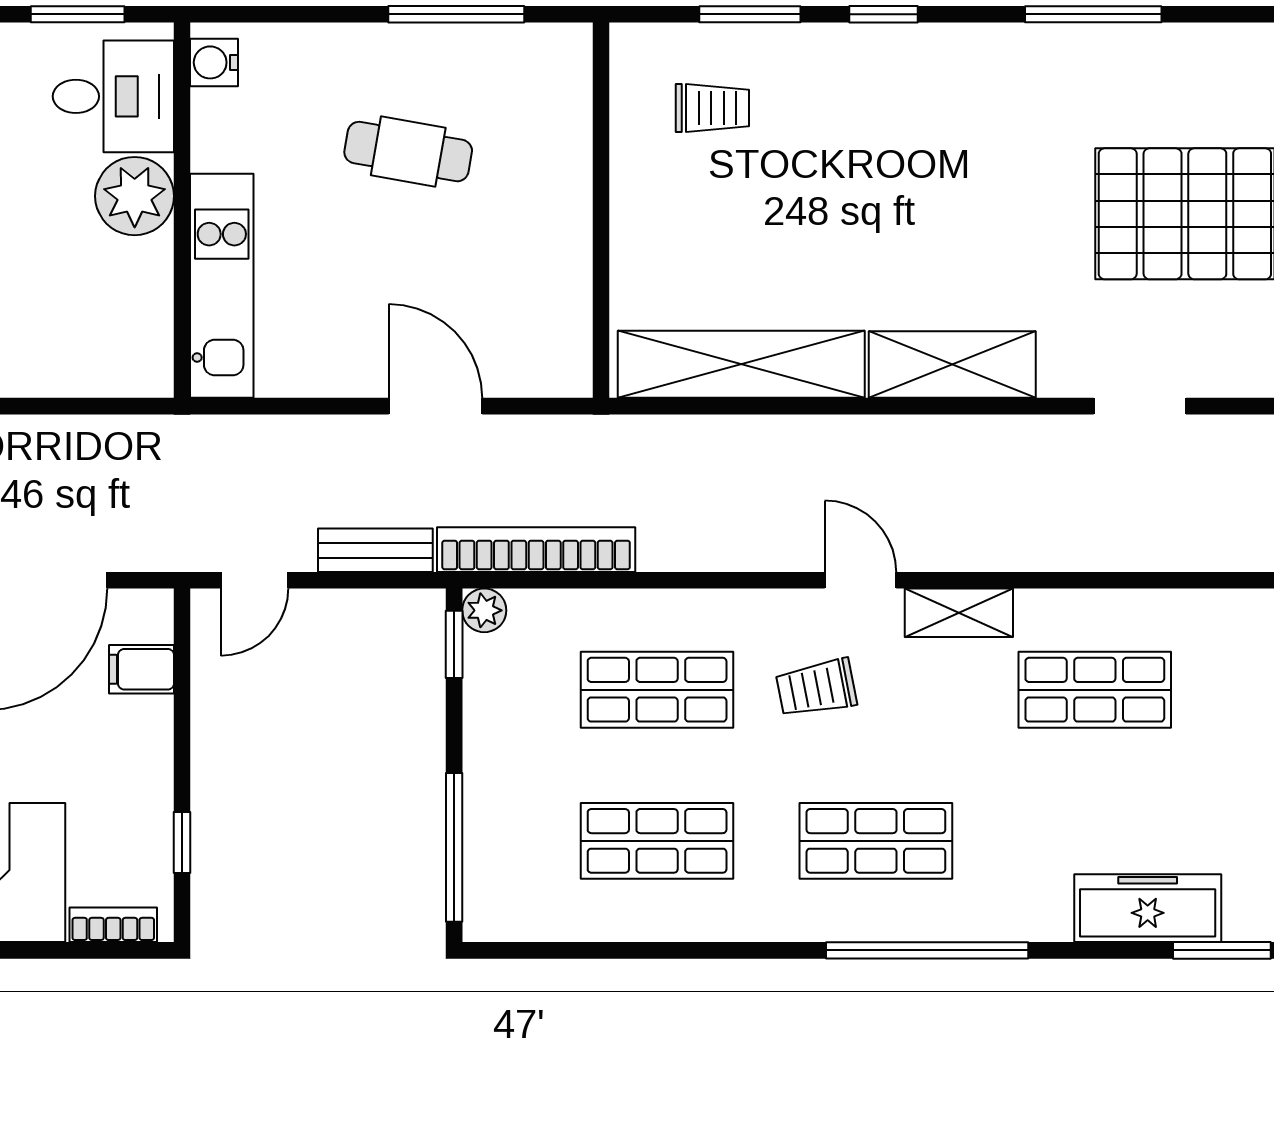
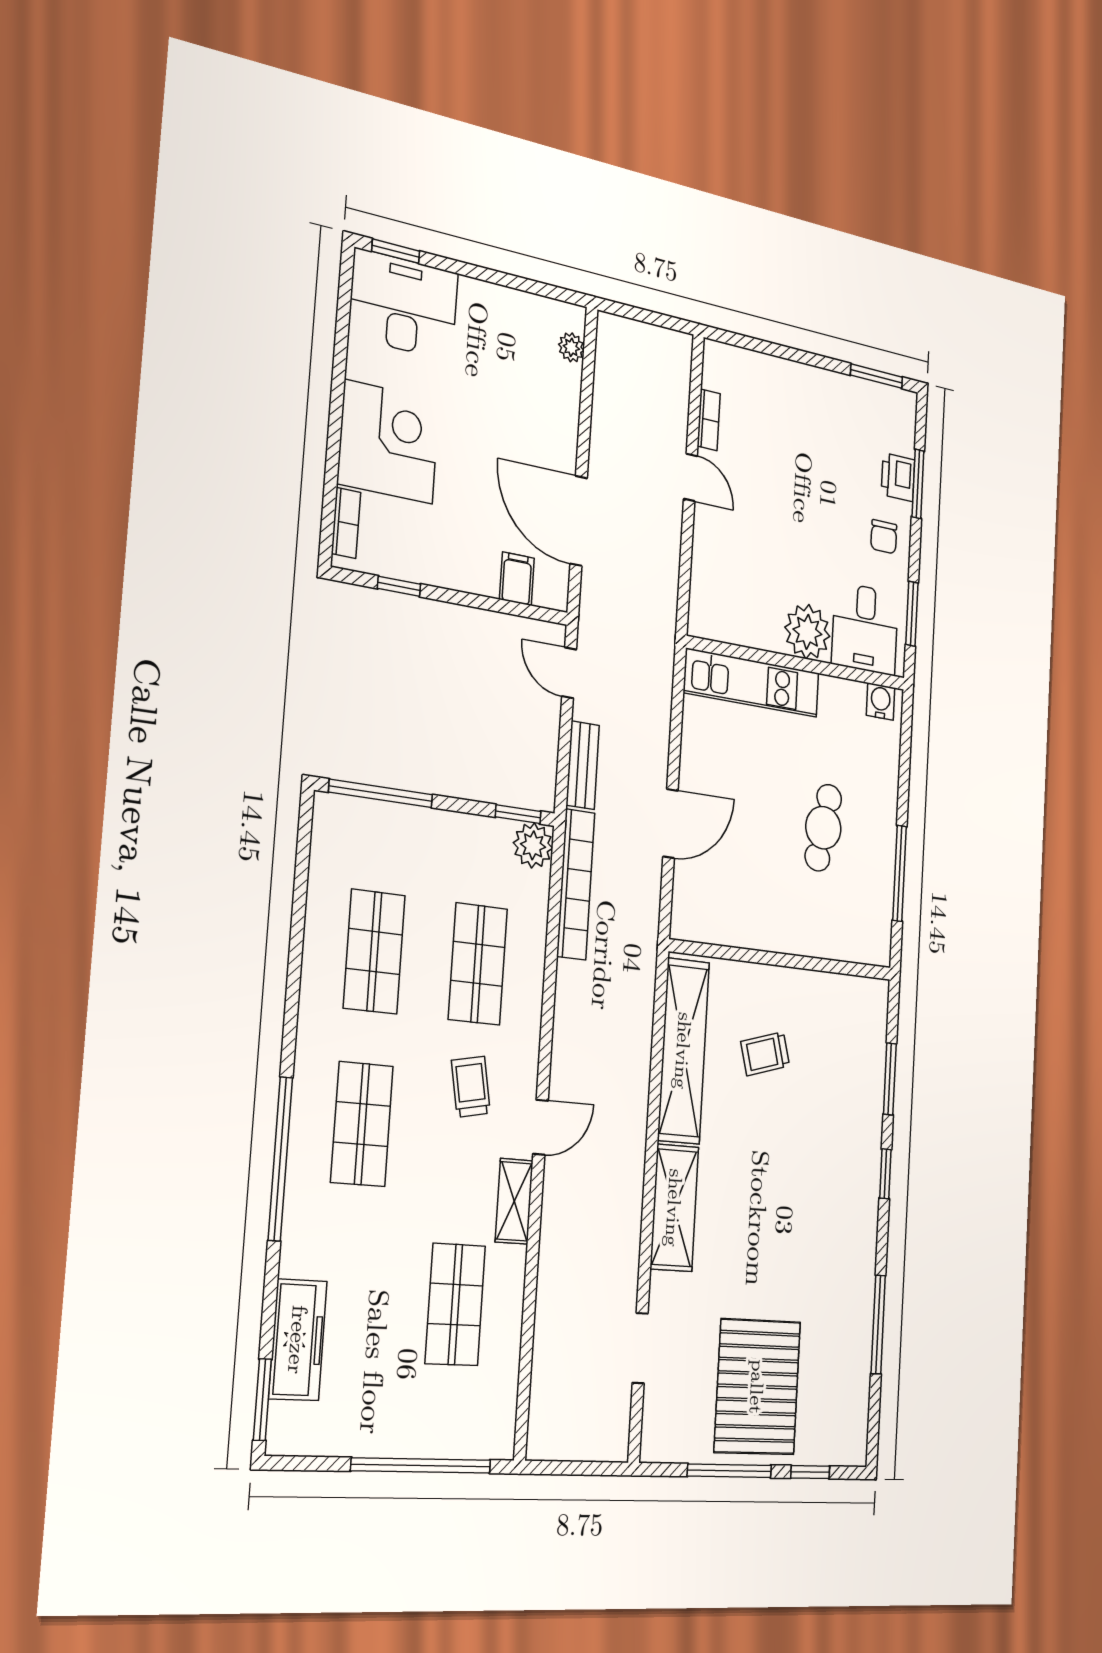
trolley: (712, 108) -> (765, 1054), moved, turned 74
plant: (484, 610) -> (533, 845), width x1.38, depth x1.38

